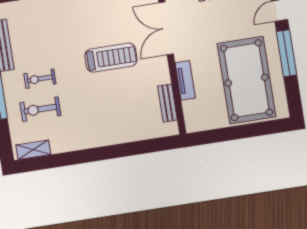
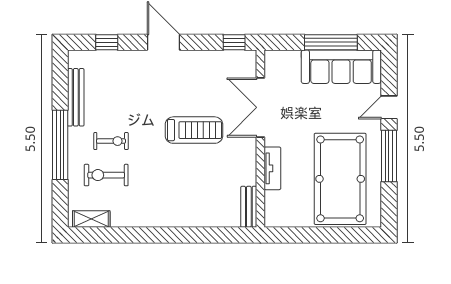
exercise bike: (40, 79) -> (111, 141), turned 180
bench: (168, 103) -> (249, 207), moved

